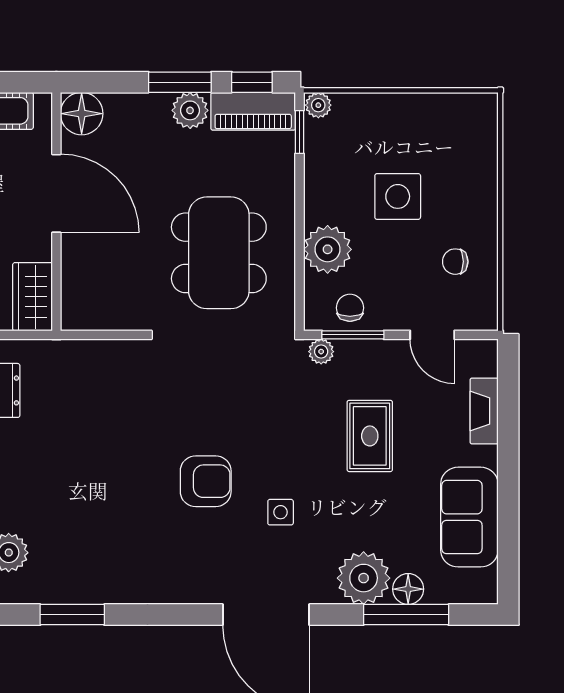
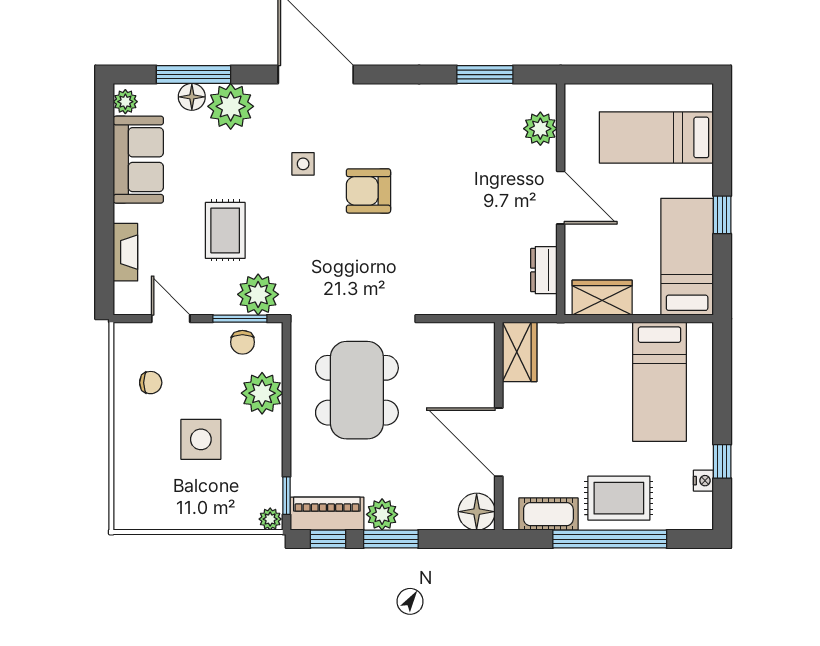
plant: (321, 352) -> (258, 294), width x1.88, depth x1.88
plant: (484, 584) -> (125, 102), added

